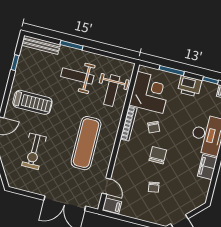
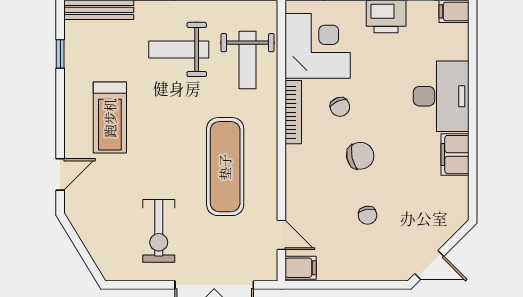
treadmill: (32, 102) -> (110, 118), turned 90
exercise bike: (34, 151) -> (159, 231), moved
chair: (158, 155) -> (360, 156), turned 78

